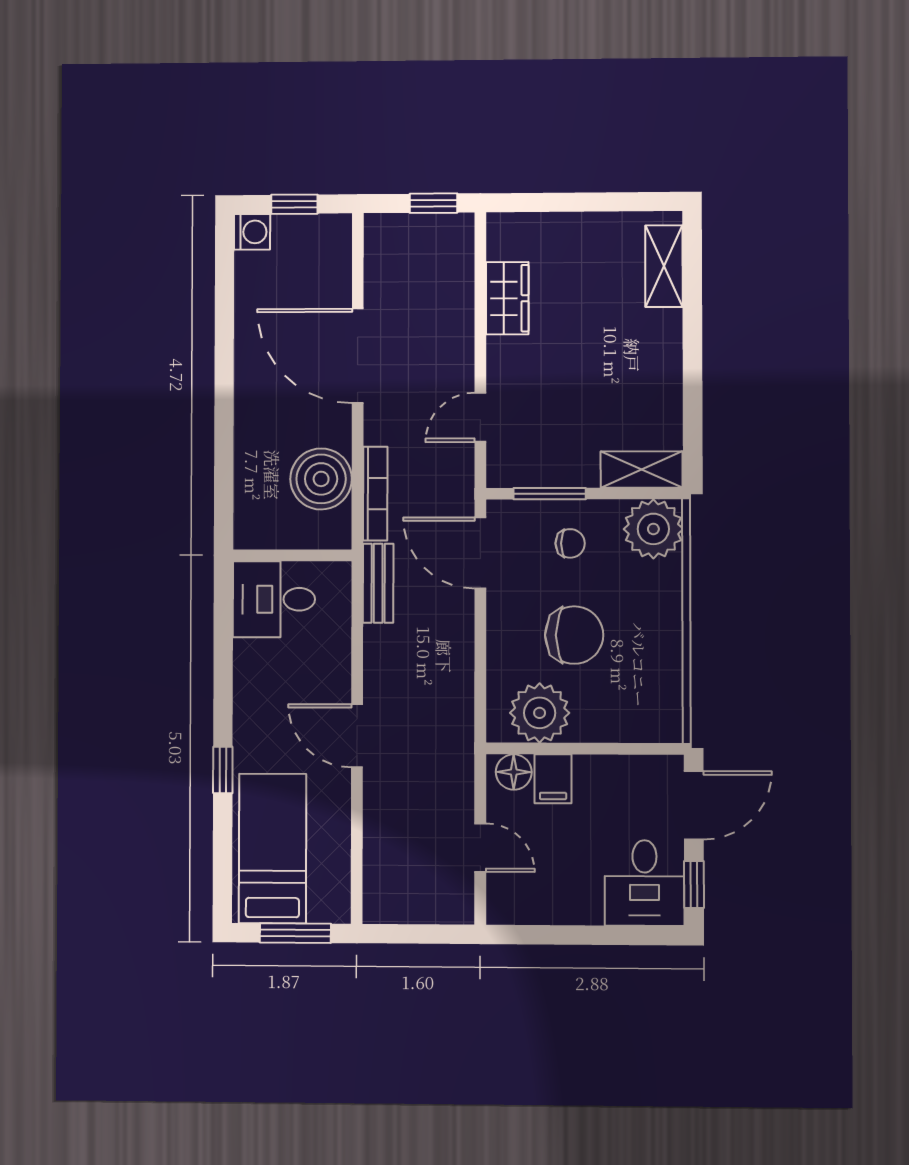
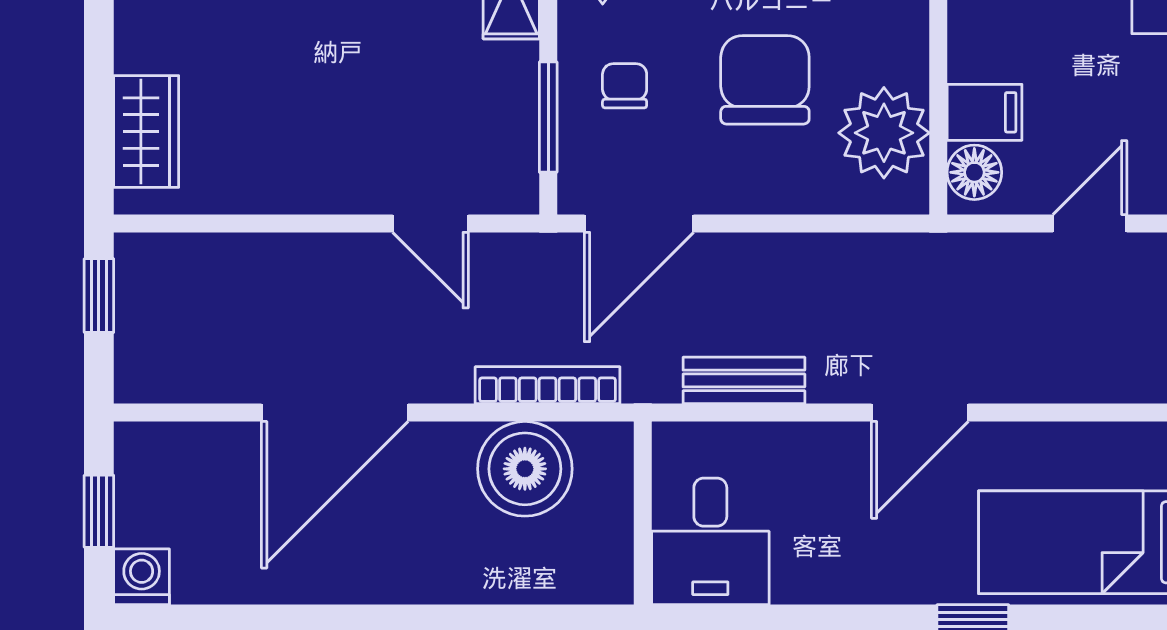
wardrobe: (507, 298) -> (146, 131), moved, turned 90
bench: (378, 583) -> (744, 380), moved

